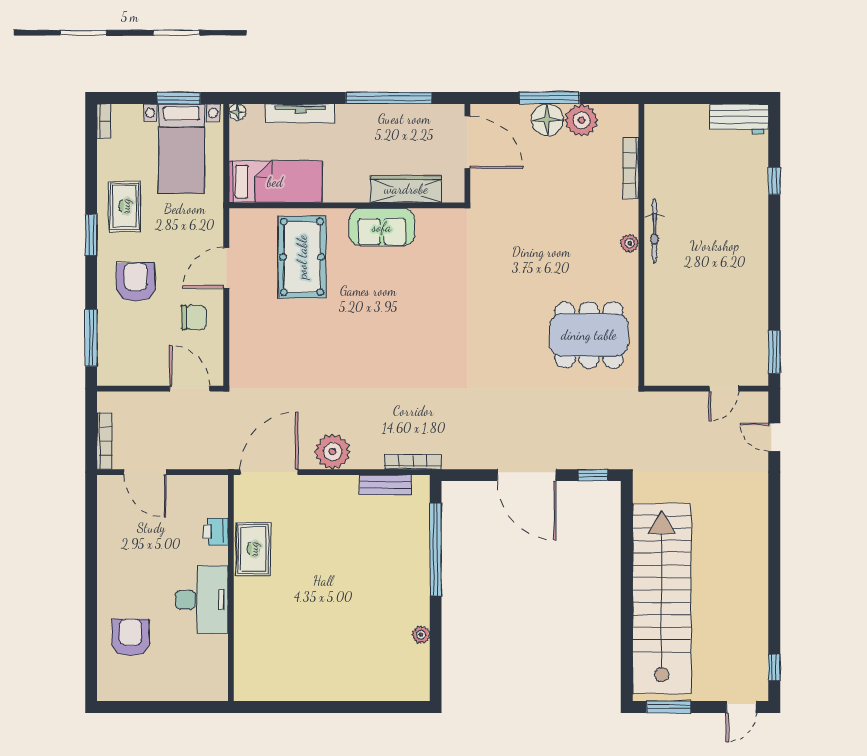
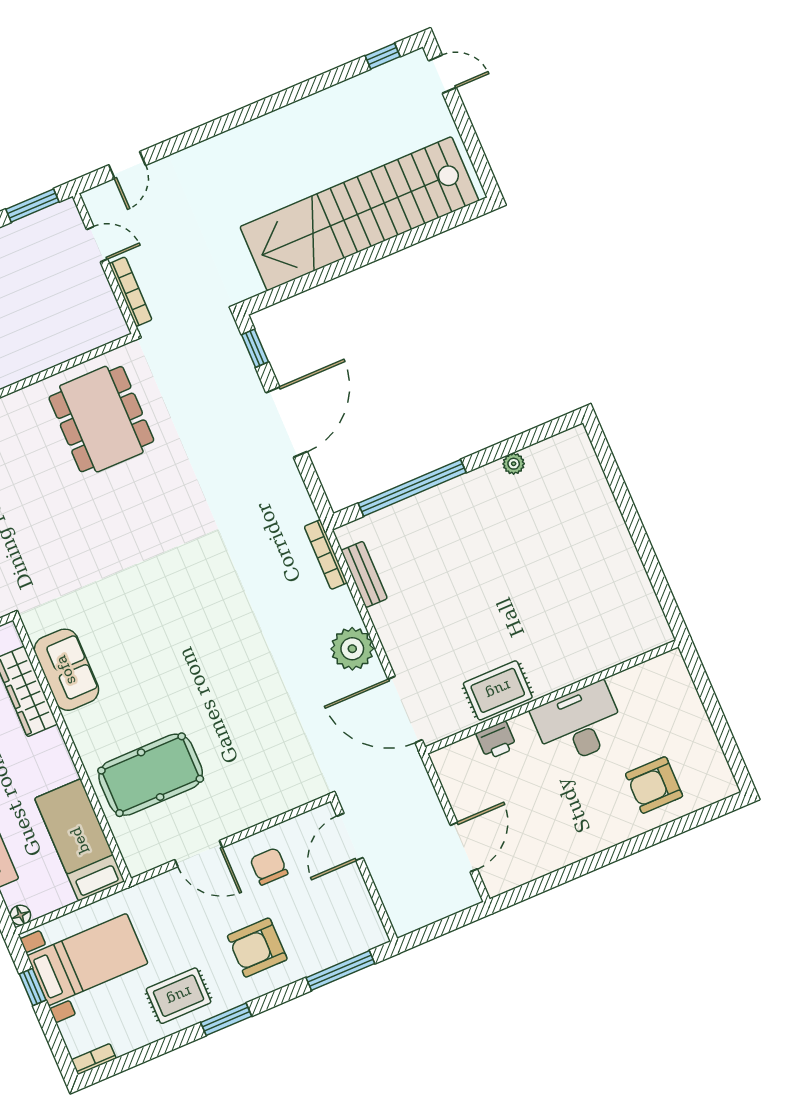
window: (179, 98) -> (33, 987), width x0.67
sofa: (382, 227) -> (66, 670), moved
bookcase: (104, 441) -> (131, 292), moved, turned 90
window: (669, 707) -> (477, 154), removed

